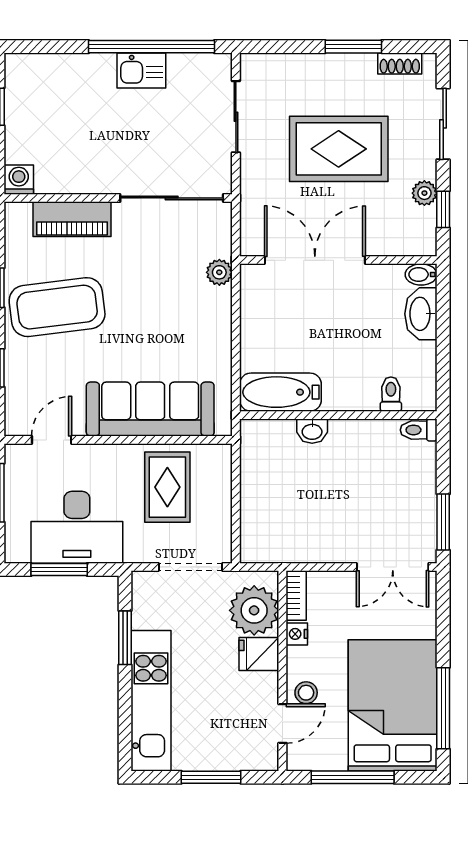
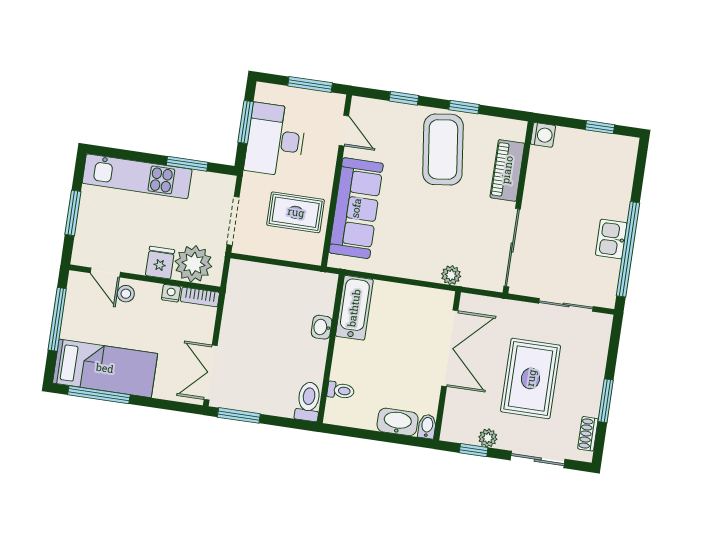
toilet: (419, 430) -> (308, 402), width x1.37, depth x1.39
bed: (393, 705) -> (105, 368), width x0.67

